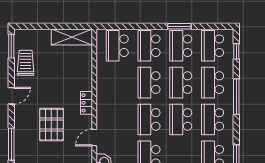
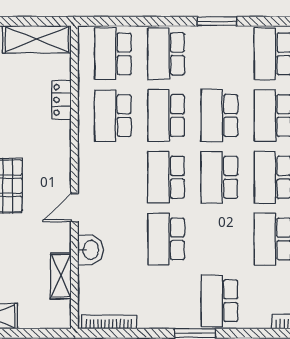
school desk: (181, 46) -> (113, 116), moved
locker: (86, 103) -> (61, 100), moved

